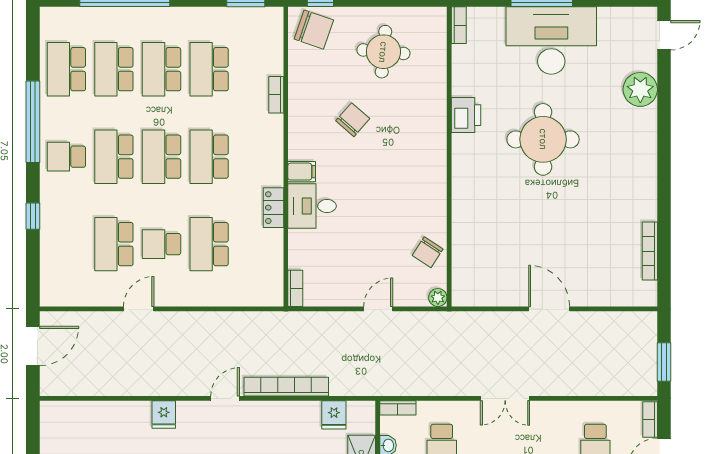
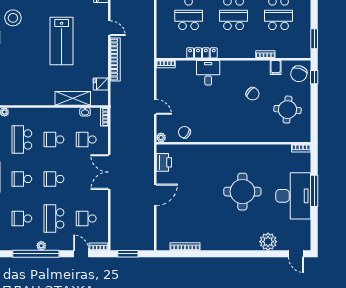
printer: (466, 115) -> (164, 162), moved, turned -90
filing cabinet: (302, 172) -> (276, 67), moved
locker: (273, 208) -> (202, 53), width x1.53
double door: (505, 398) -> (109, 172), width x1.37

